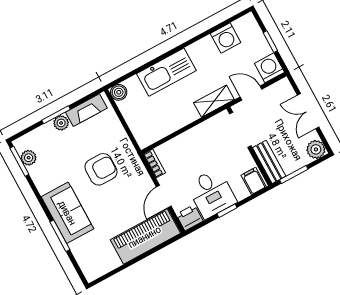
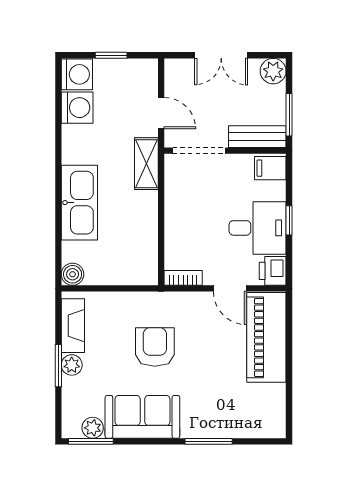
washing machine: (269, 68) -> (77, 74), moved, turned 180
door: (251, 93) -> (161, 113), swing flipped
sofa: (67, 213) -> (142, 417), moved

